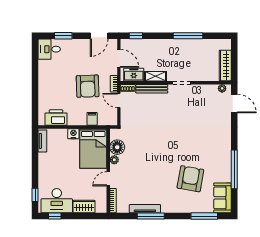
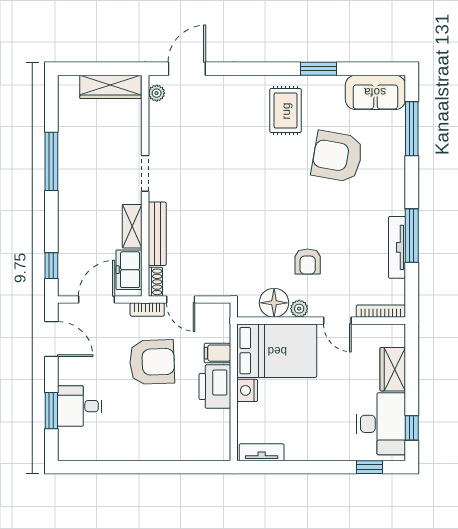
desk: (49, 49) -> (80, 406), moved, turned 90
door: (119, 100) -> (181, 300), hinge flipped
printer: (56, 118) -> (215, 386), moved
rug: (213, 153) -> (286, 111), added
armchair: (138, 164) -> (308, 261), added
window: (234, 169) -> (318, 69), width x0.47

